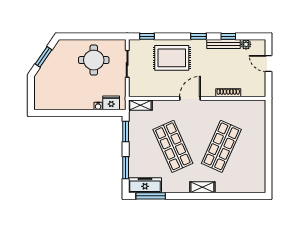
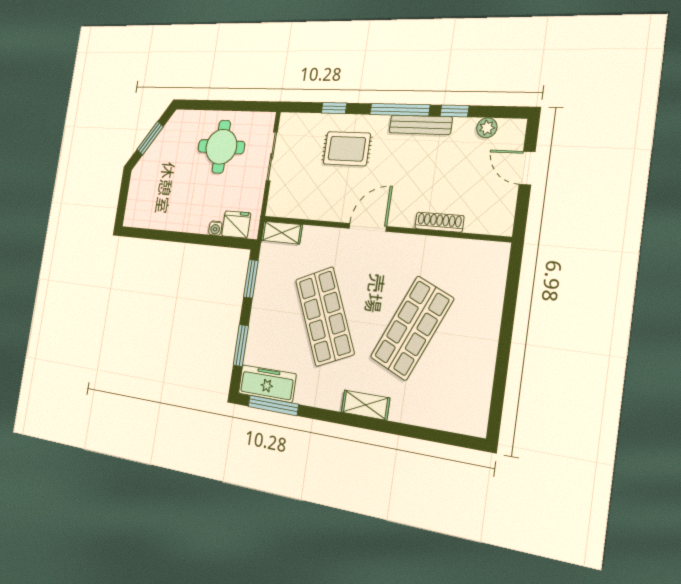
window: (147, 36) -> (334, 108), moved
window: (198, 36) -> (400, 110), width x2.17
bench: (223, 44) -> (420, 125), moved
rug: (172, 58) -> (347, 149), width x0.73, depth x0.70

